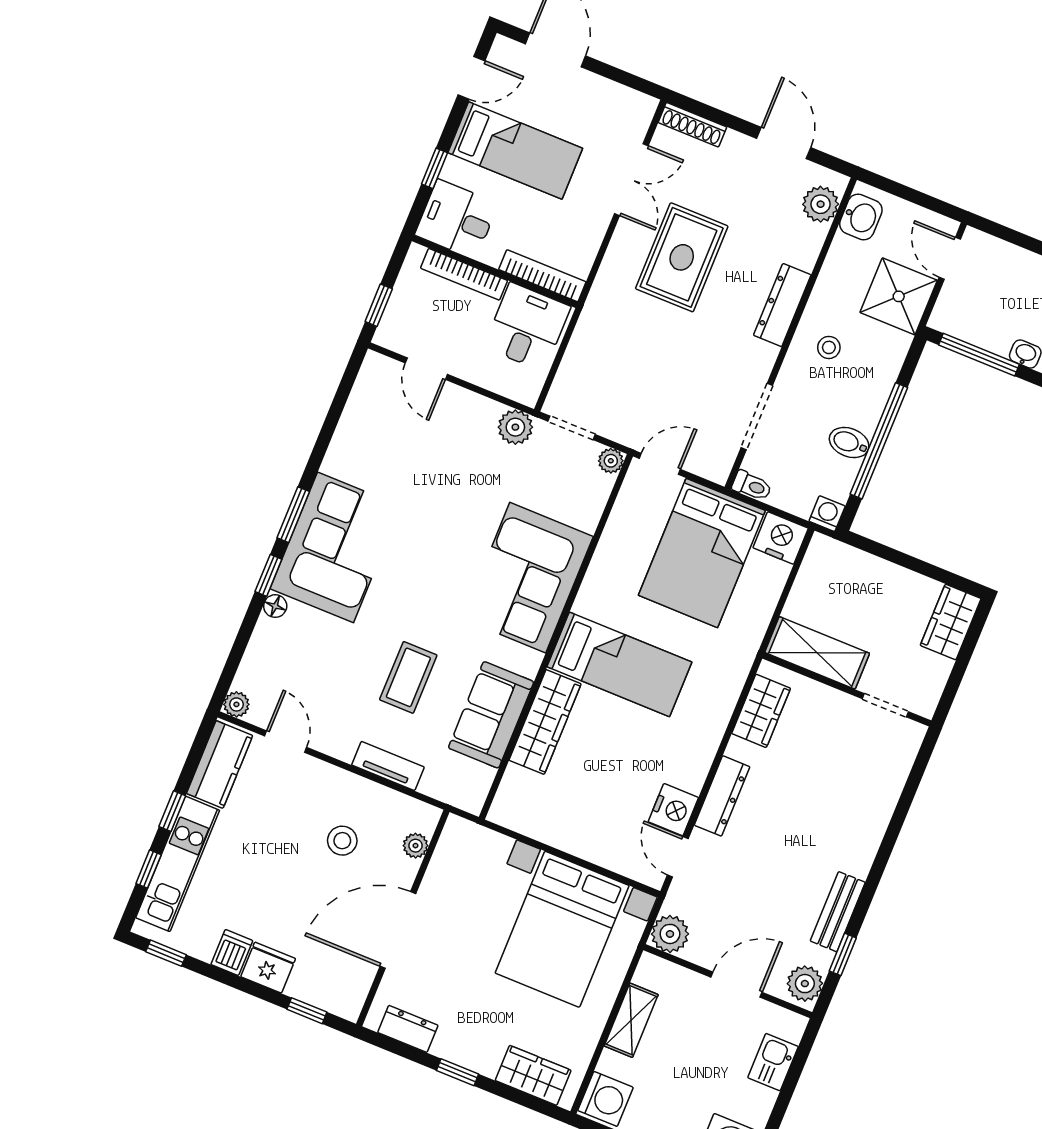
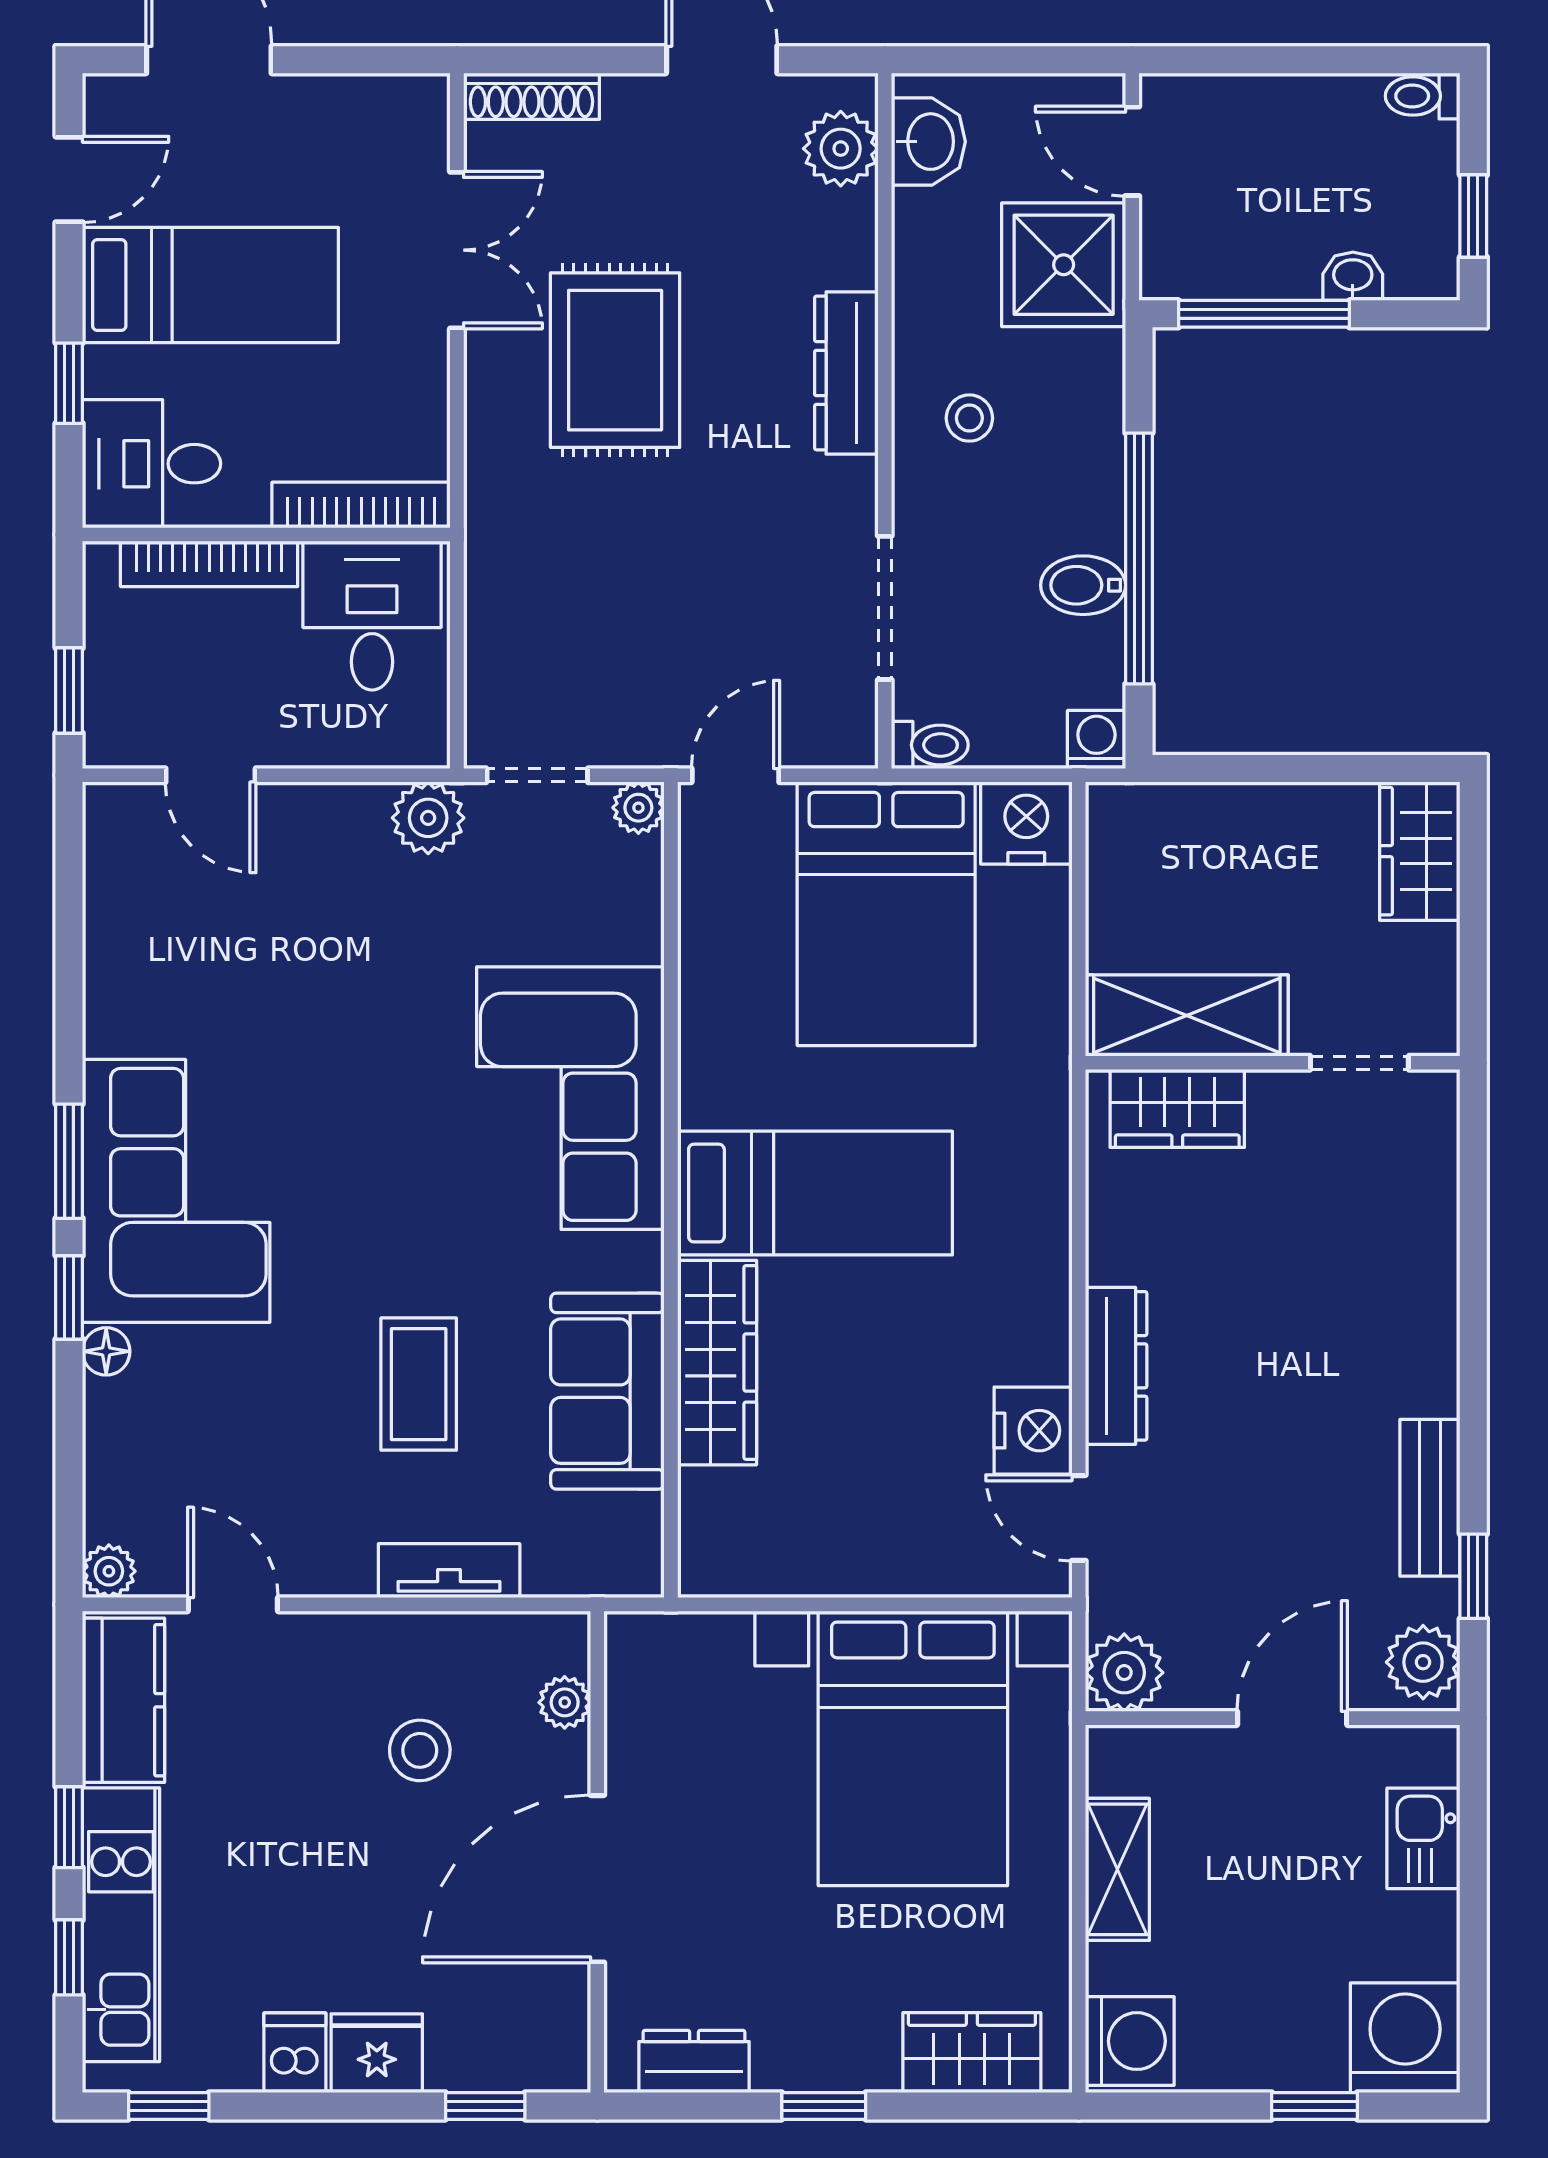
wardrobe: (761, 711) -> (1177, 1108), moved, turned 90

